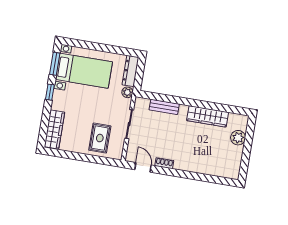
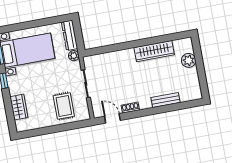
bench: (164, 107) -> (165, 100), moved
wardrobe: (54, 129) -> (19, 107), width x0.67

